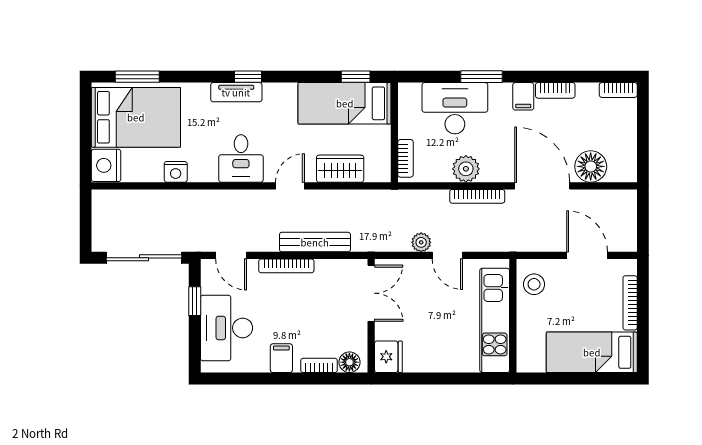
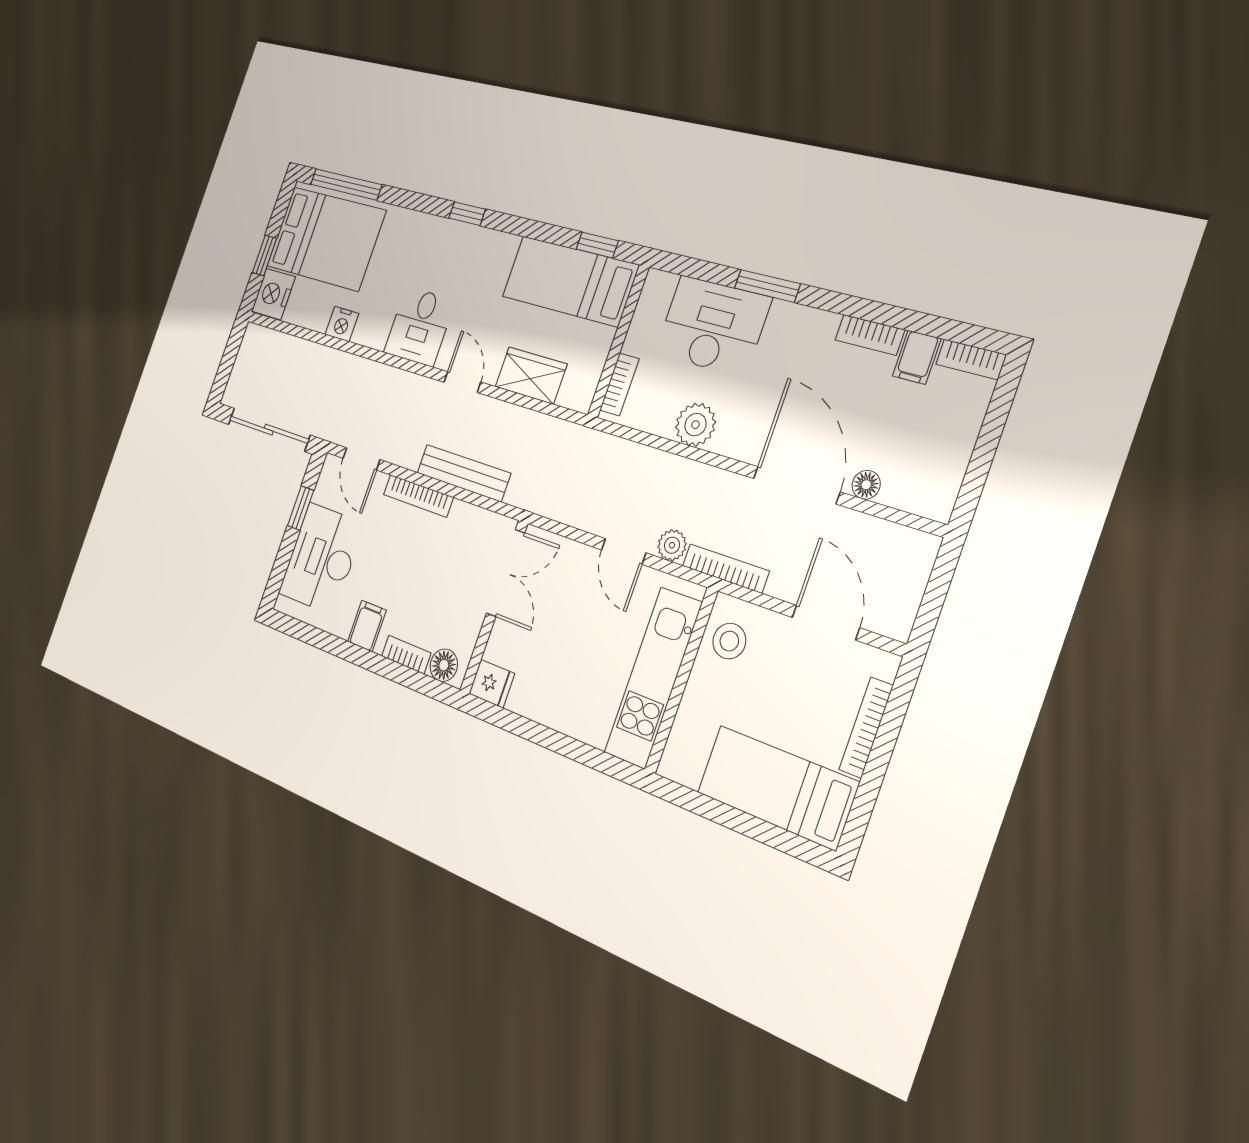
window: (137, 77) -> (346, 184), width x1.44
tv unit: (236, 92) -> (446, 232), removed
filing cabinet: (523, 96) -> (917, 357), moved
window: (86, 140) -> (265, 255), added
floor lamp: (591, 166) -> (866, 485), width x0.53, depth x0.53
door: (290, 186) -> (462, 382), hinge flipped
bookcase: (477, 196) -> (726, 568), moved, turned 180
plant: (421, 242) -> (672, 545), moved
fridge: (388, 357) -> (492, 684), width x0.72

